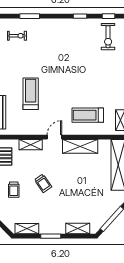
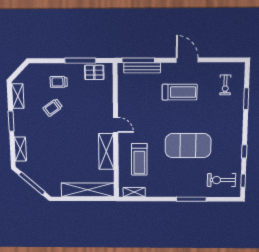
exercise mat: (74, 69) -> (188, 146), added
treadmill: (31, 94) -> (180, 92), moved
treadmill: (88, 115) -> (139, 159), turned 180
shelving: (31, 145) -> (107, 100), removed
trolley: (43, 183) -> (53, 108), moved

